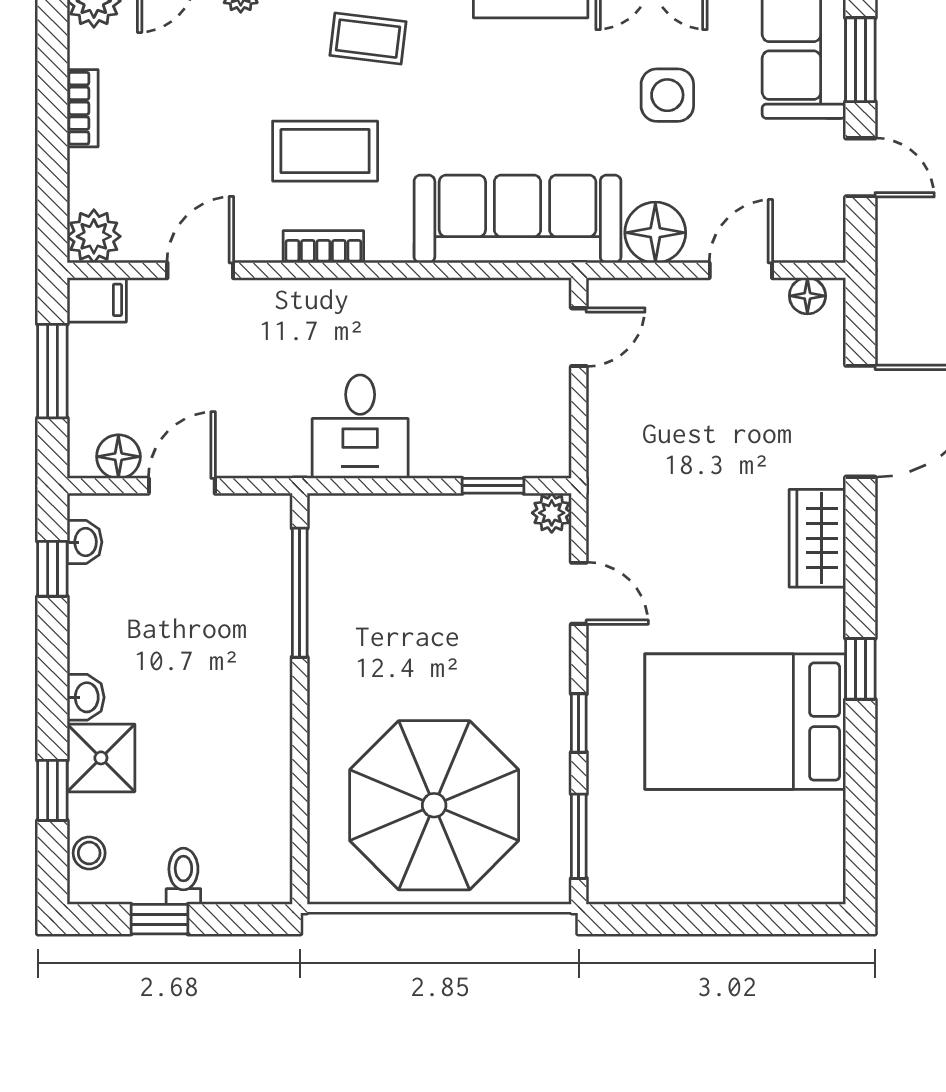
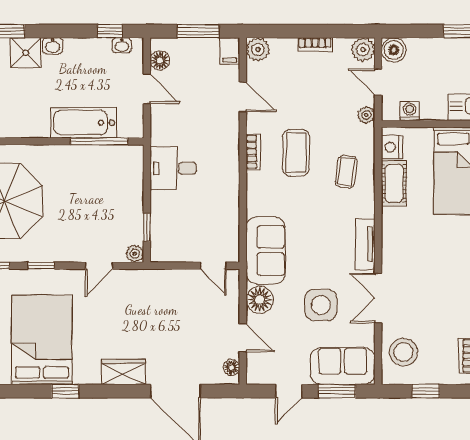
side table: (667, 95) -> (321, 305), width x1.37, depth x1.37
sofa: (518, 219) -> (266, 251), width x0.73
bathtub: (258, 627) -> (84, 123), added

